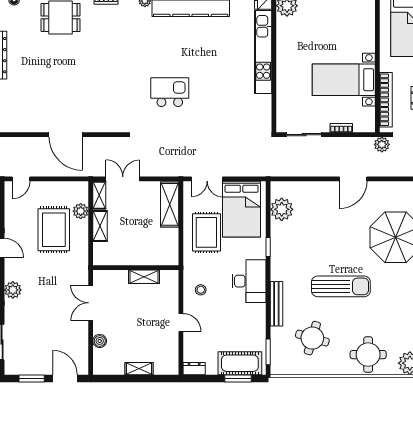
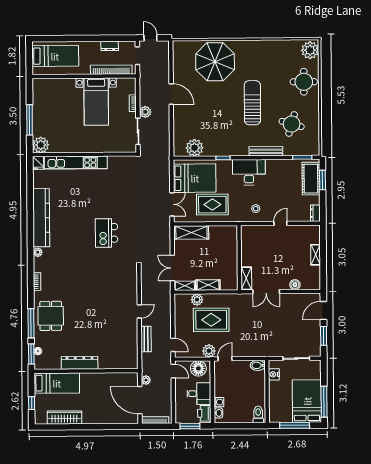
door: (66, 135) -> (139, 311), width x0.53
bench: (29, 143) -> (146, 339), added
plant: (382, 144) -> (145, 112), moved
shelving: (144, 277) -> (246, 278), moved
plant: (13, 290) -> (209, 351), moved

